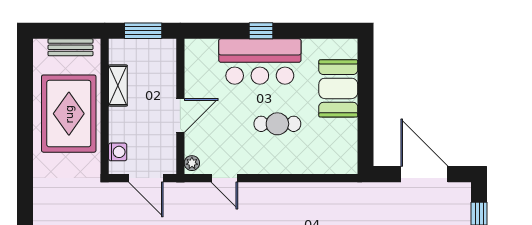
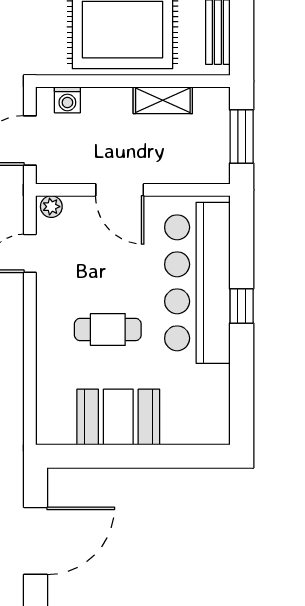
bar counter: (260, 61) -> (197, 283), width x1.36
booth: (338, 88) -> (118, 417), moved
cafe table: (277, 124) -> (108, 329), turned 90

